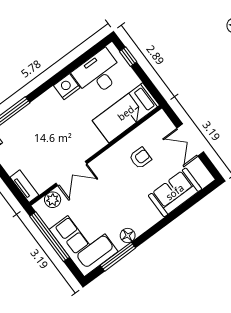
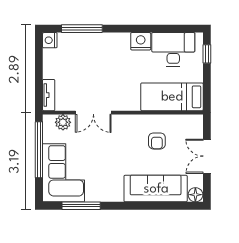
armchair: (140, 158) -> (157, 141), turned 90
sofa: (175, 192) -> (156, 189), width x1.36
floor lamp: (128, 236) -> (195, 195), moved

